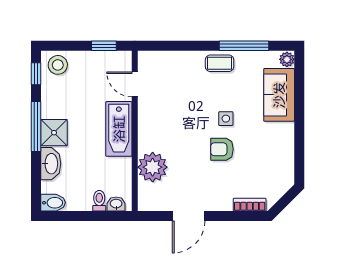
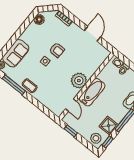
shower: (54, 133) -> (109, 126), moved
plant: (153, 167) -> (79, 81), moved
floor lamp: (285, 173) -> (39, 19), added
door: (189, 216) -> (92, 34), hinge flipped

